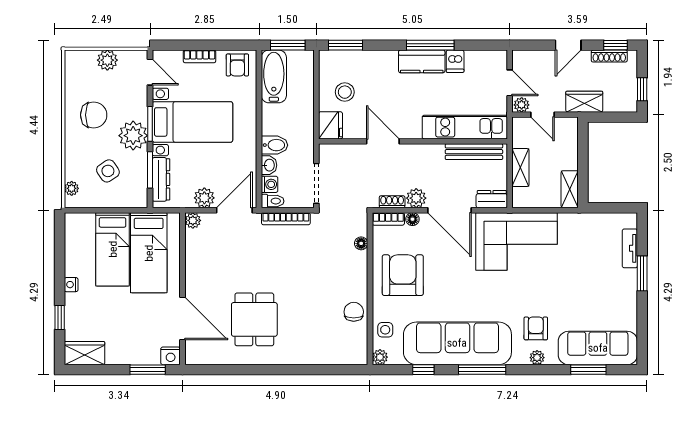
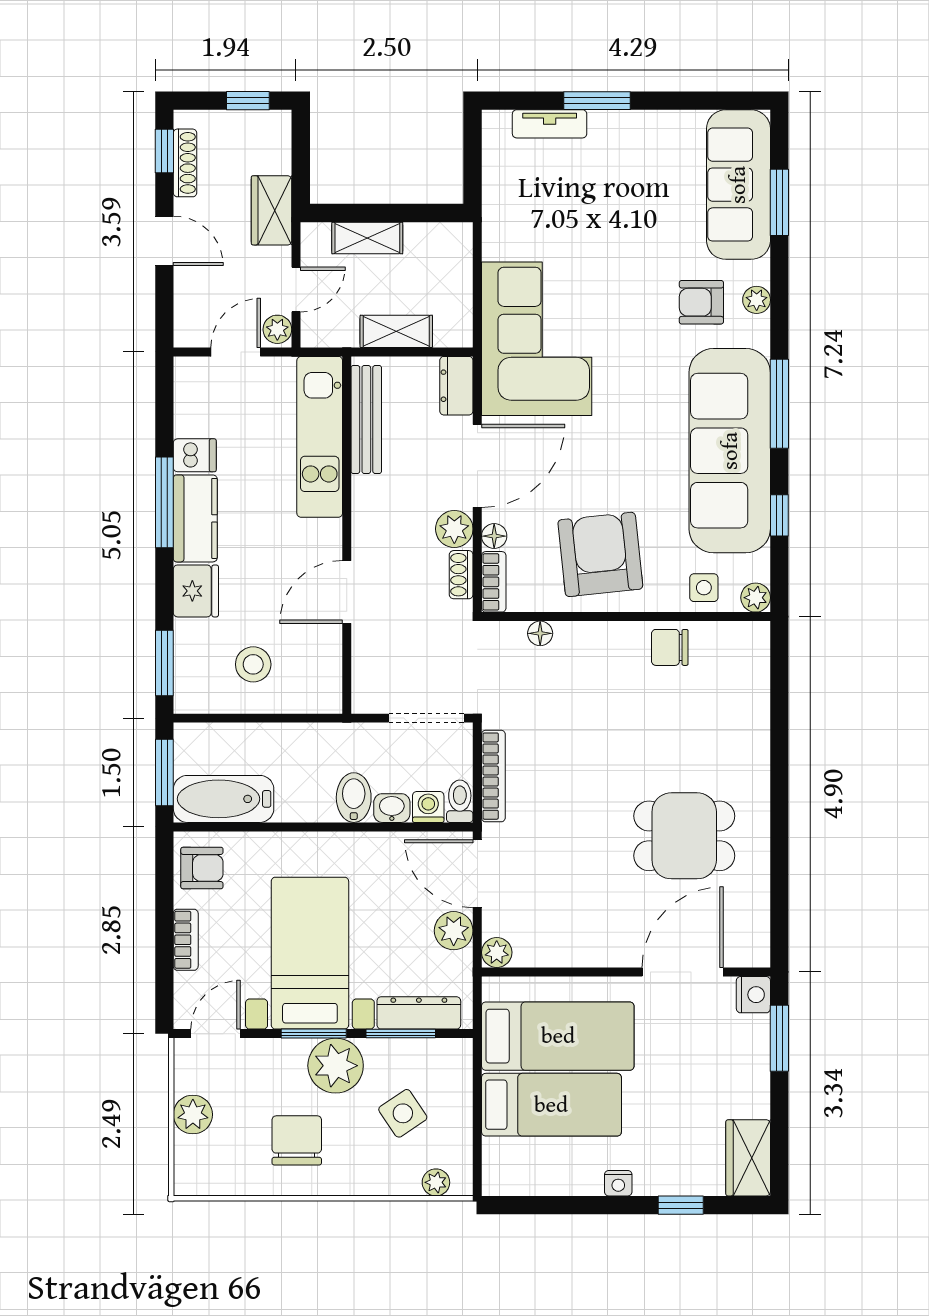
fridge: (331, 125) -> (196, 591), moved, turned 90
shelving: (570, 189) -> (367, 238), moved
armchair: (403, 275) -> (600, 554), turned 84

